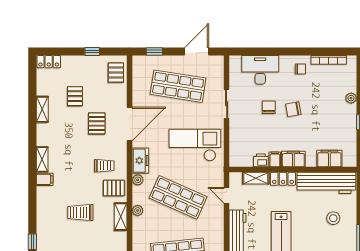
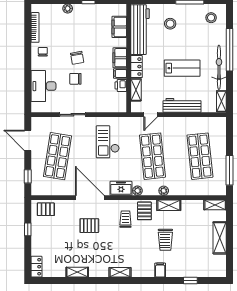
pallet: (75, 96) -> (66, 244), removed
checkout: (195, 145) -> (108, 142), width x0.73, depth x0.83
filing cabinet: (45, 179) -> (160, 270), moved
shop shelf: (178, 197) -> (152, 156), turned -30

